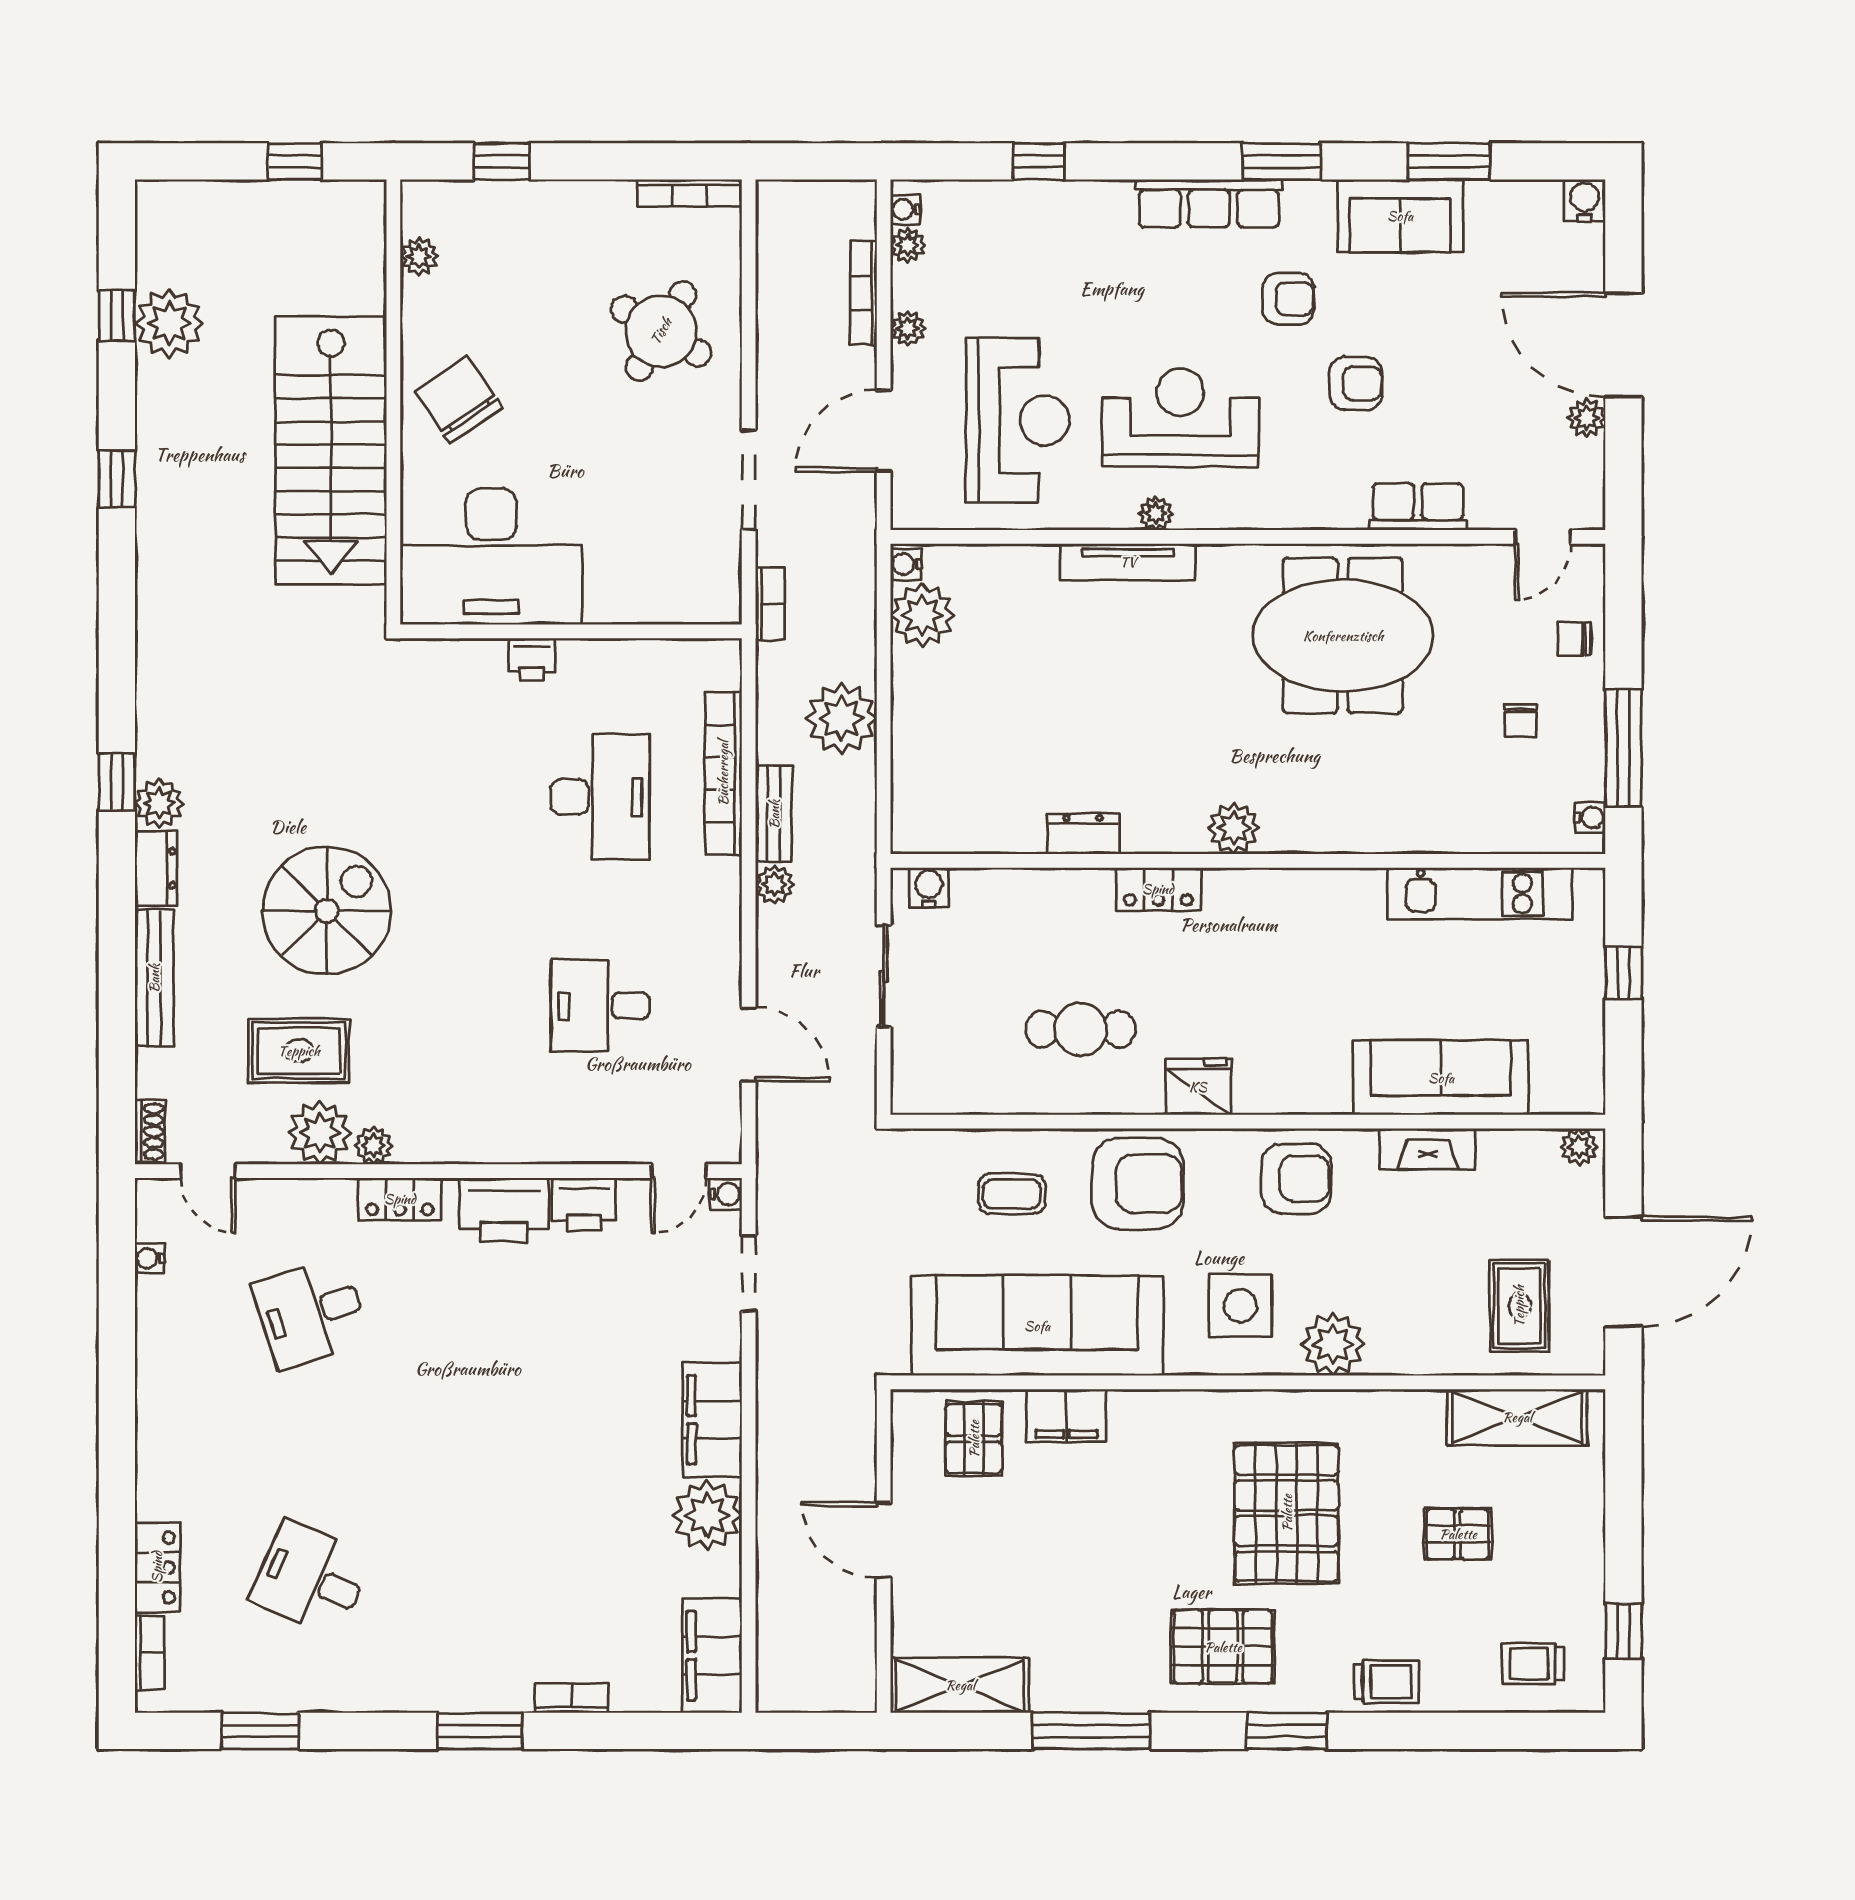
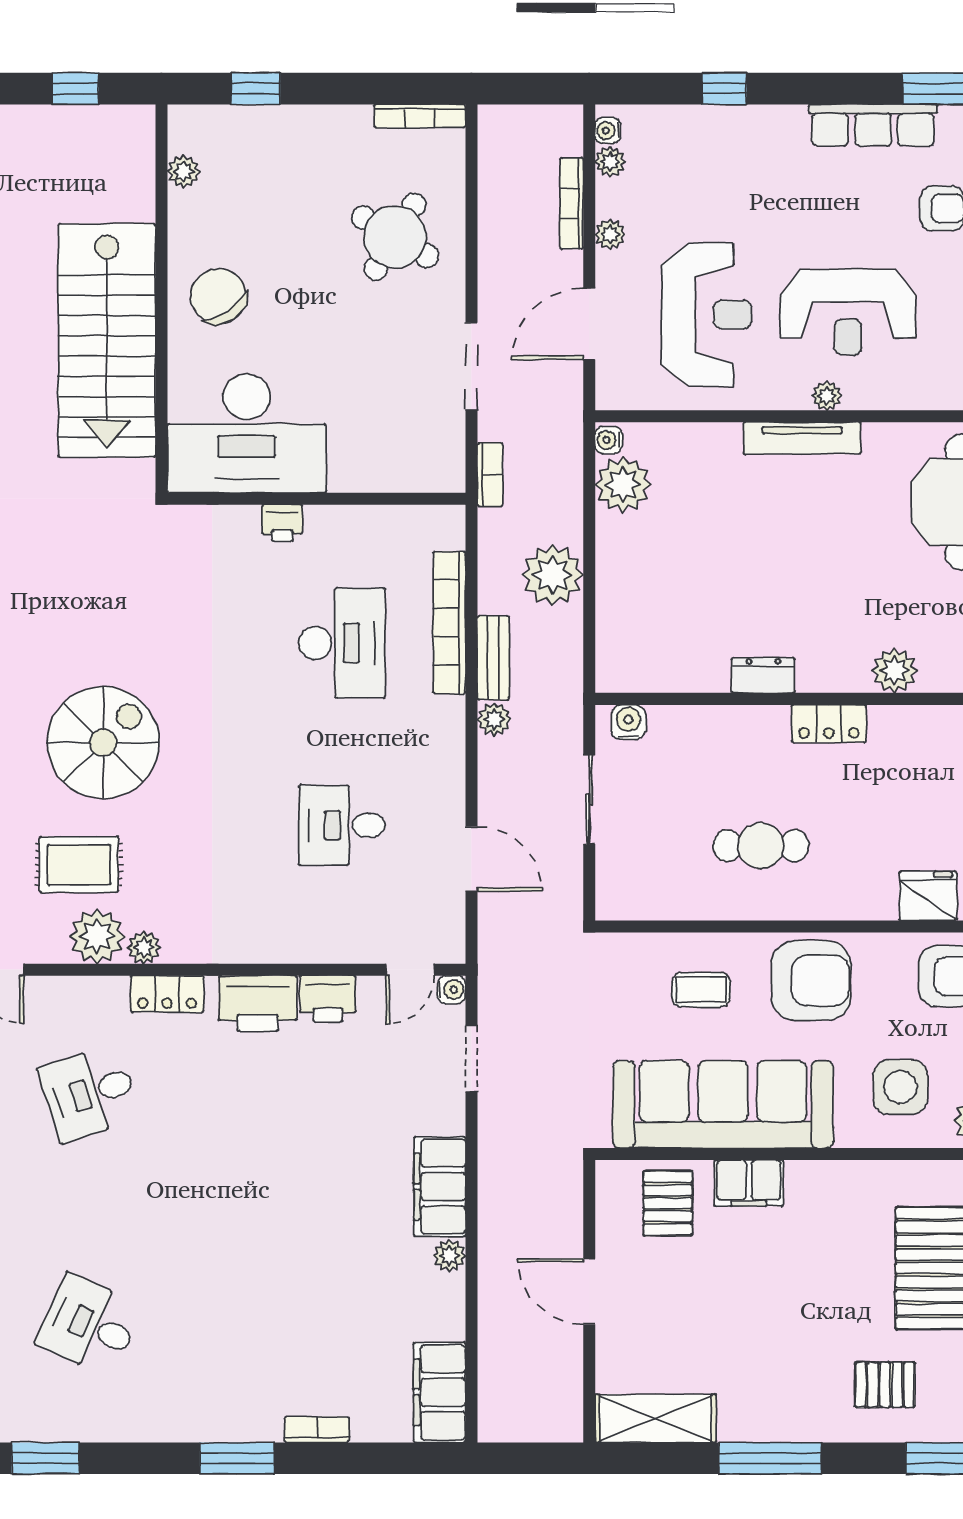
reception desk: (1180, 418) -> (848, 312), turned 180
fridge: (1198, 1087) -> (928, 896), moved
plant: (707, 1515) -> (449, 1256), width x0.53, depth x0.53
pallet: (1223, 1647) -> (885, 1385), width x0.67, depth x0.71

